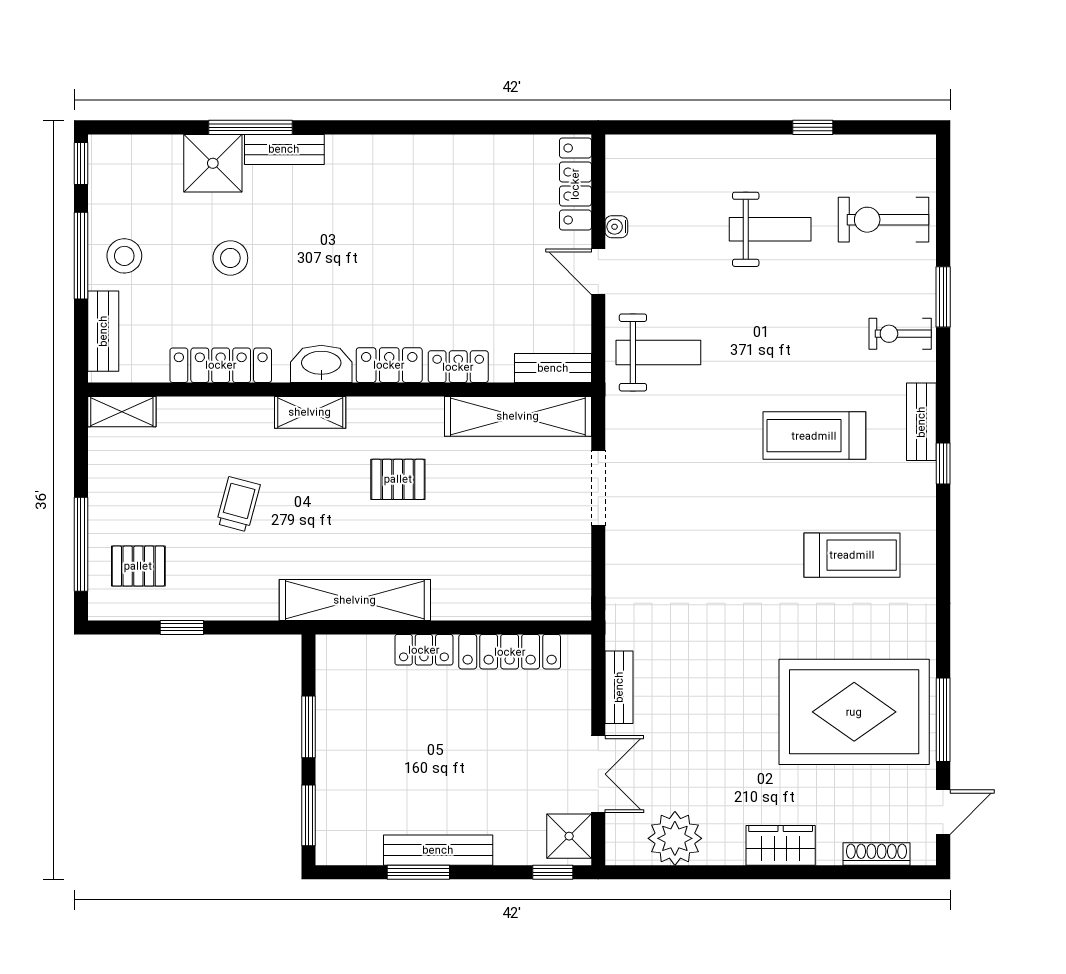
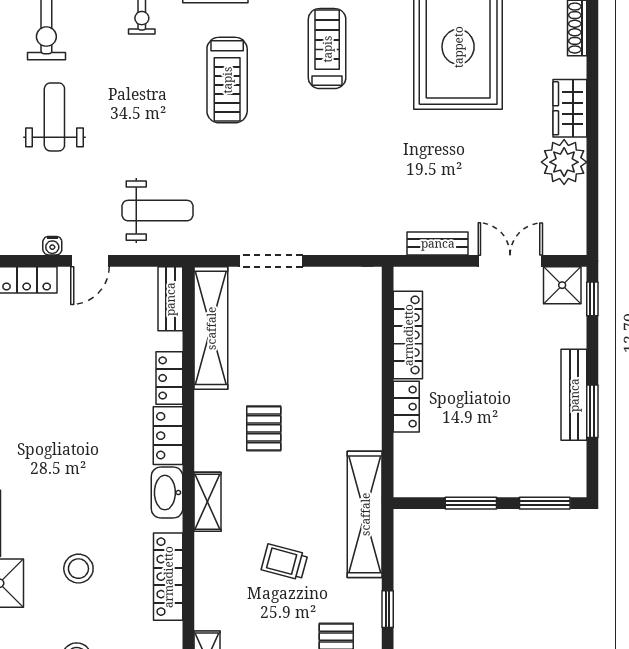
weight bench: (658, 352) -> (158, 211), turned 90
shelving: (355, 600) -> (365, 514), moved
plant: (675, 838) -> (564, 162), moved

